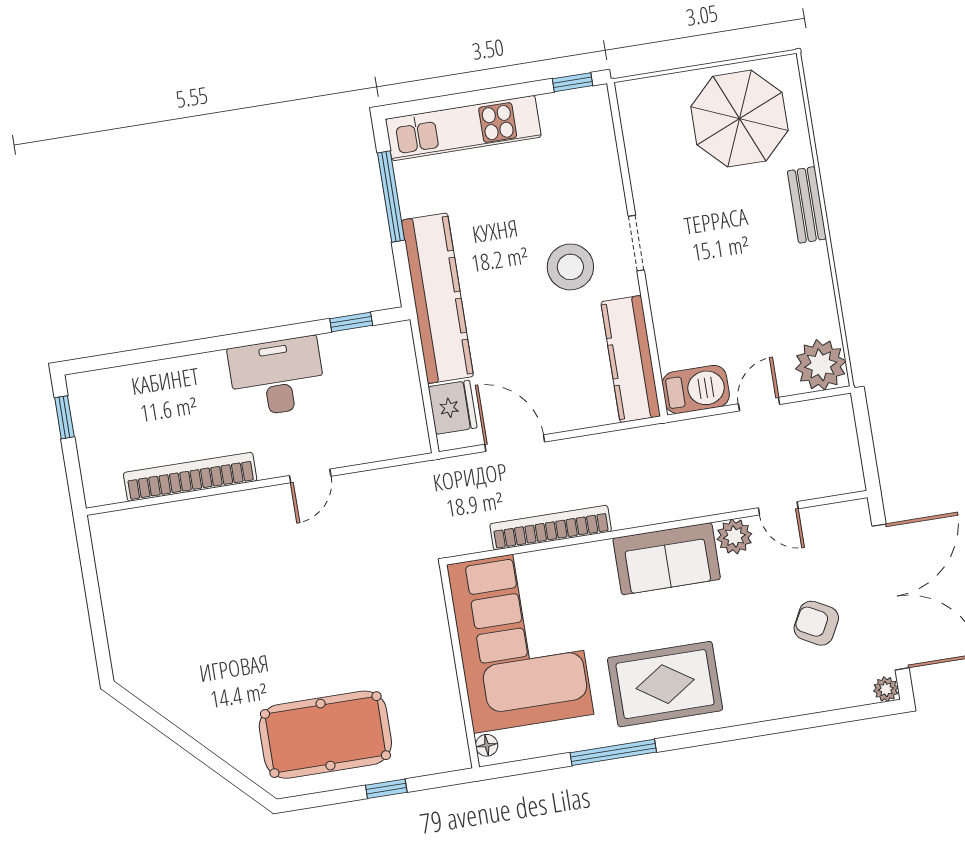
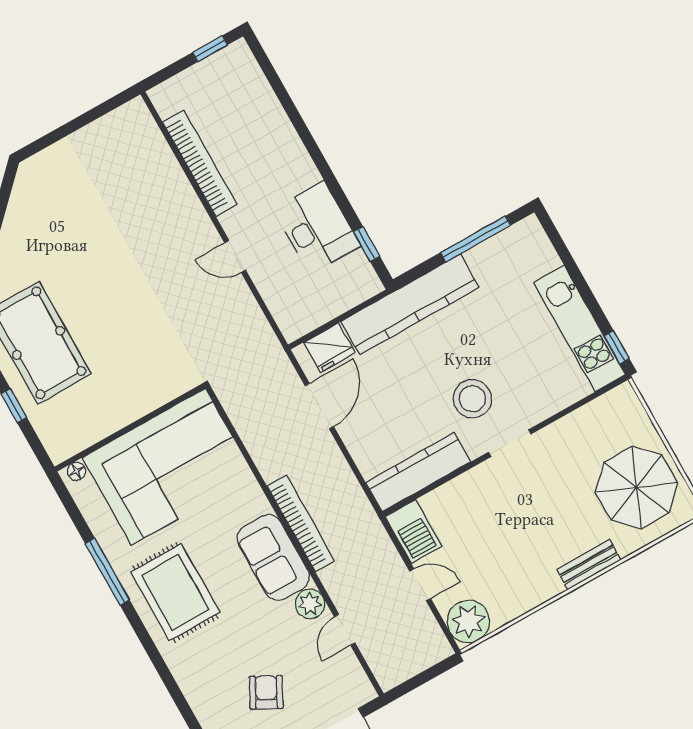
kitchen unit: (463, 128) -> (580, 329), moved
desk: (277, 377) -> (317, 228), moved
bookcase: (551, 528) -> (301, 524), moved

